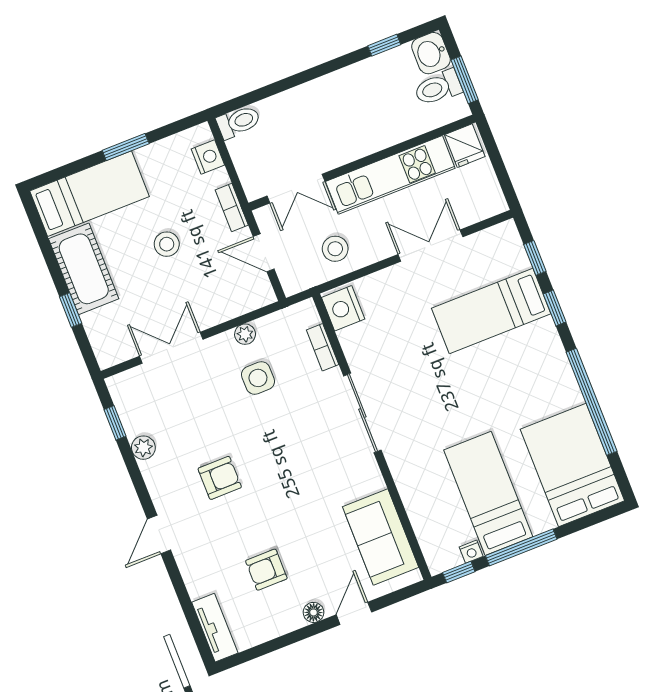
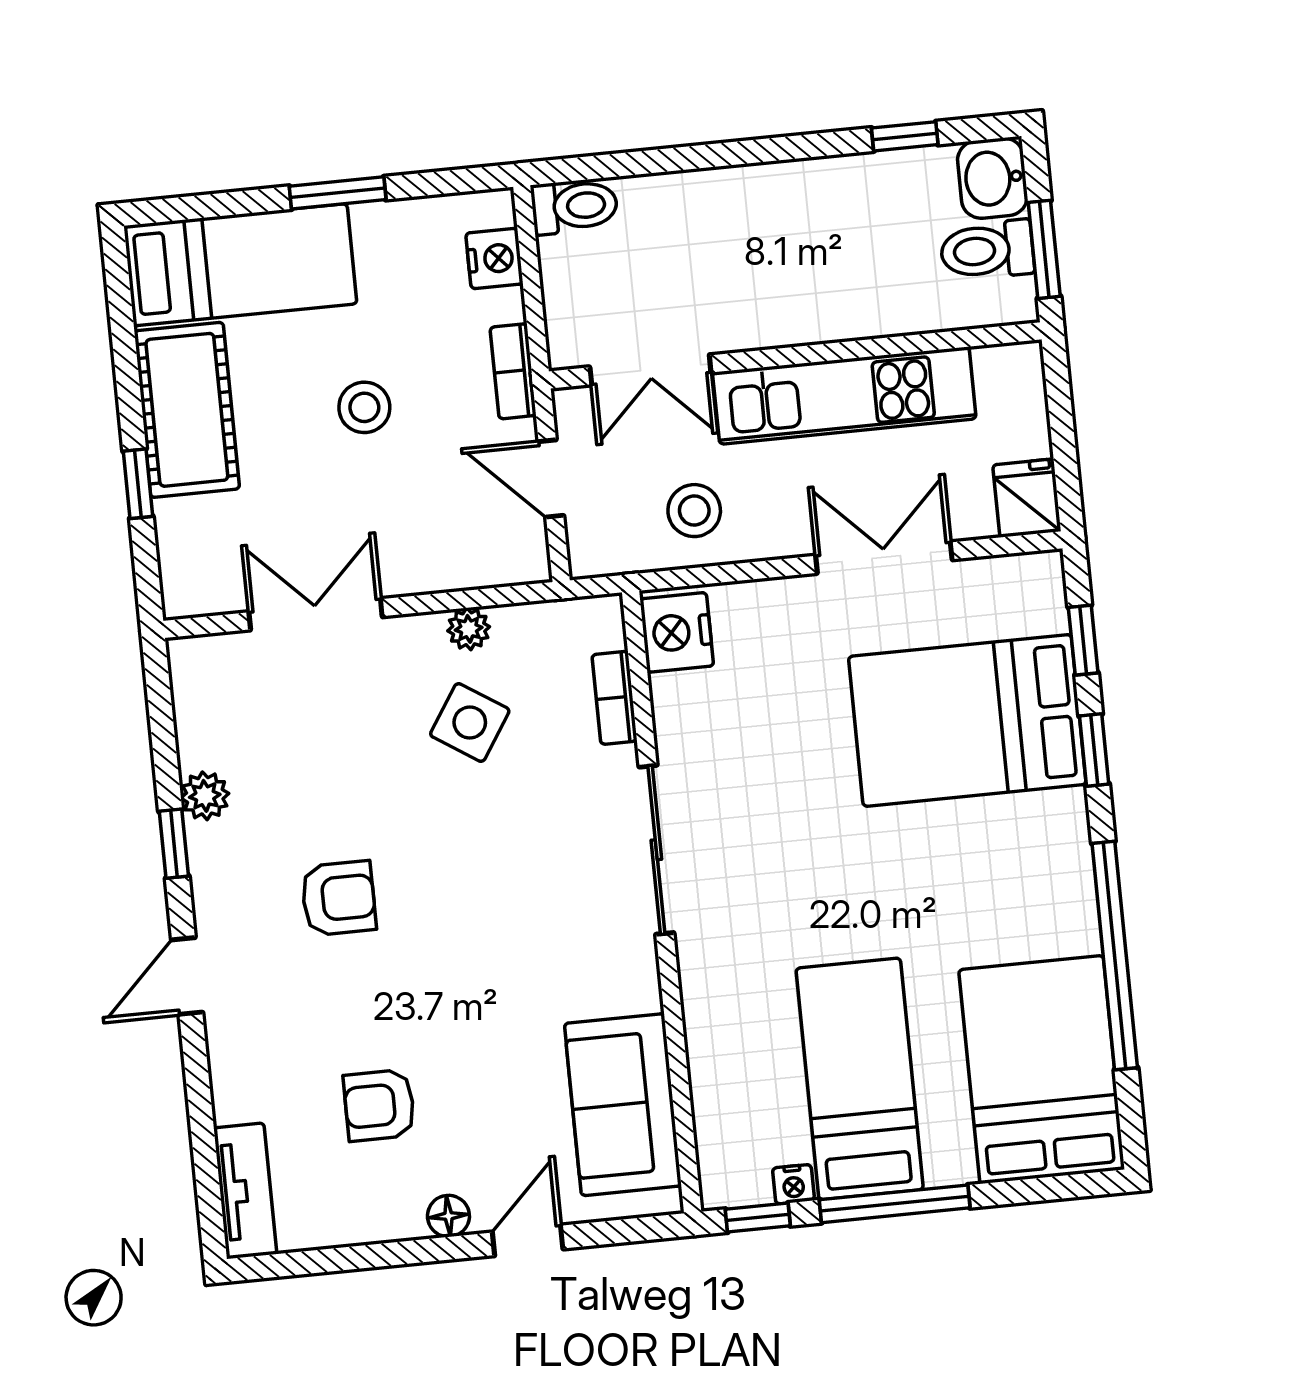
fridge: (465, 146) -> (1027, 498), moved, turned 180
bed: (491, 311) -> (967, 720), width x1.50
side table: (258, 378) -> (470, 722), turned 33
window: (115, 423) -> (174, 844), moved

